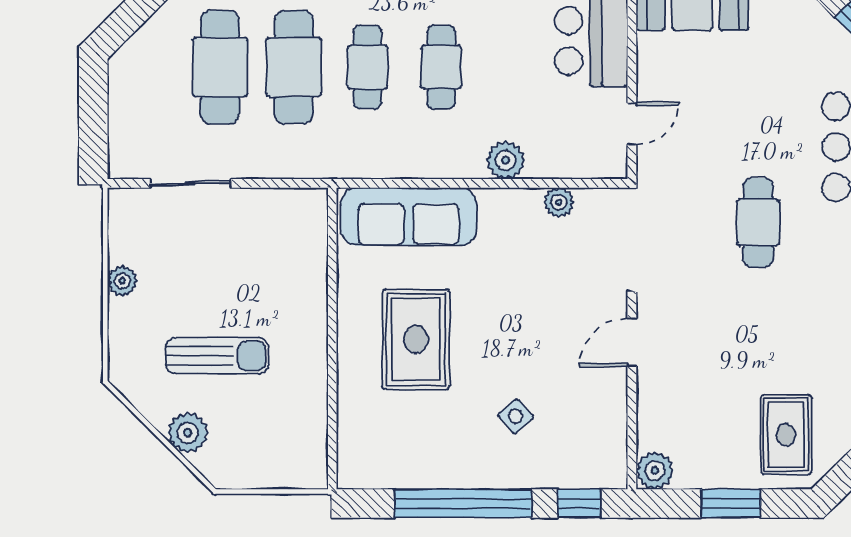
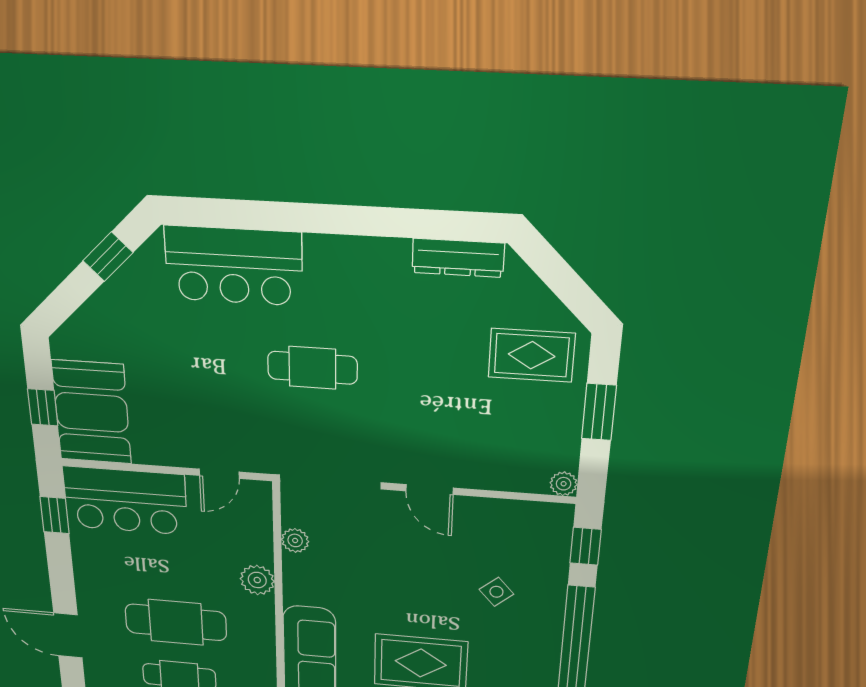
cafe table: (441, 67) -> (176, 622), width x1.37, depth x1.35
door: (632, 124) -> (219, 474), swing flipped
plant: (655, 471) -> (564, 484), width x0.73, depth x0.73

